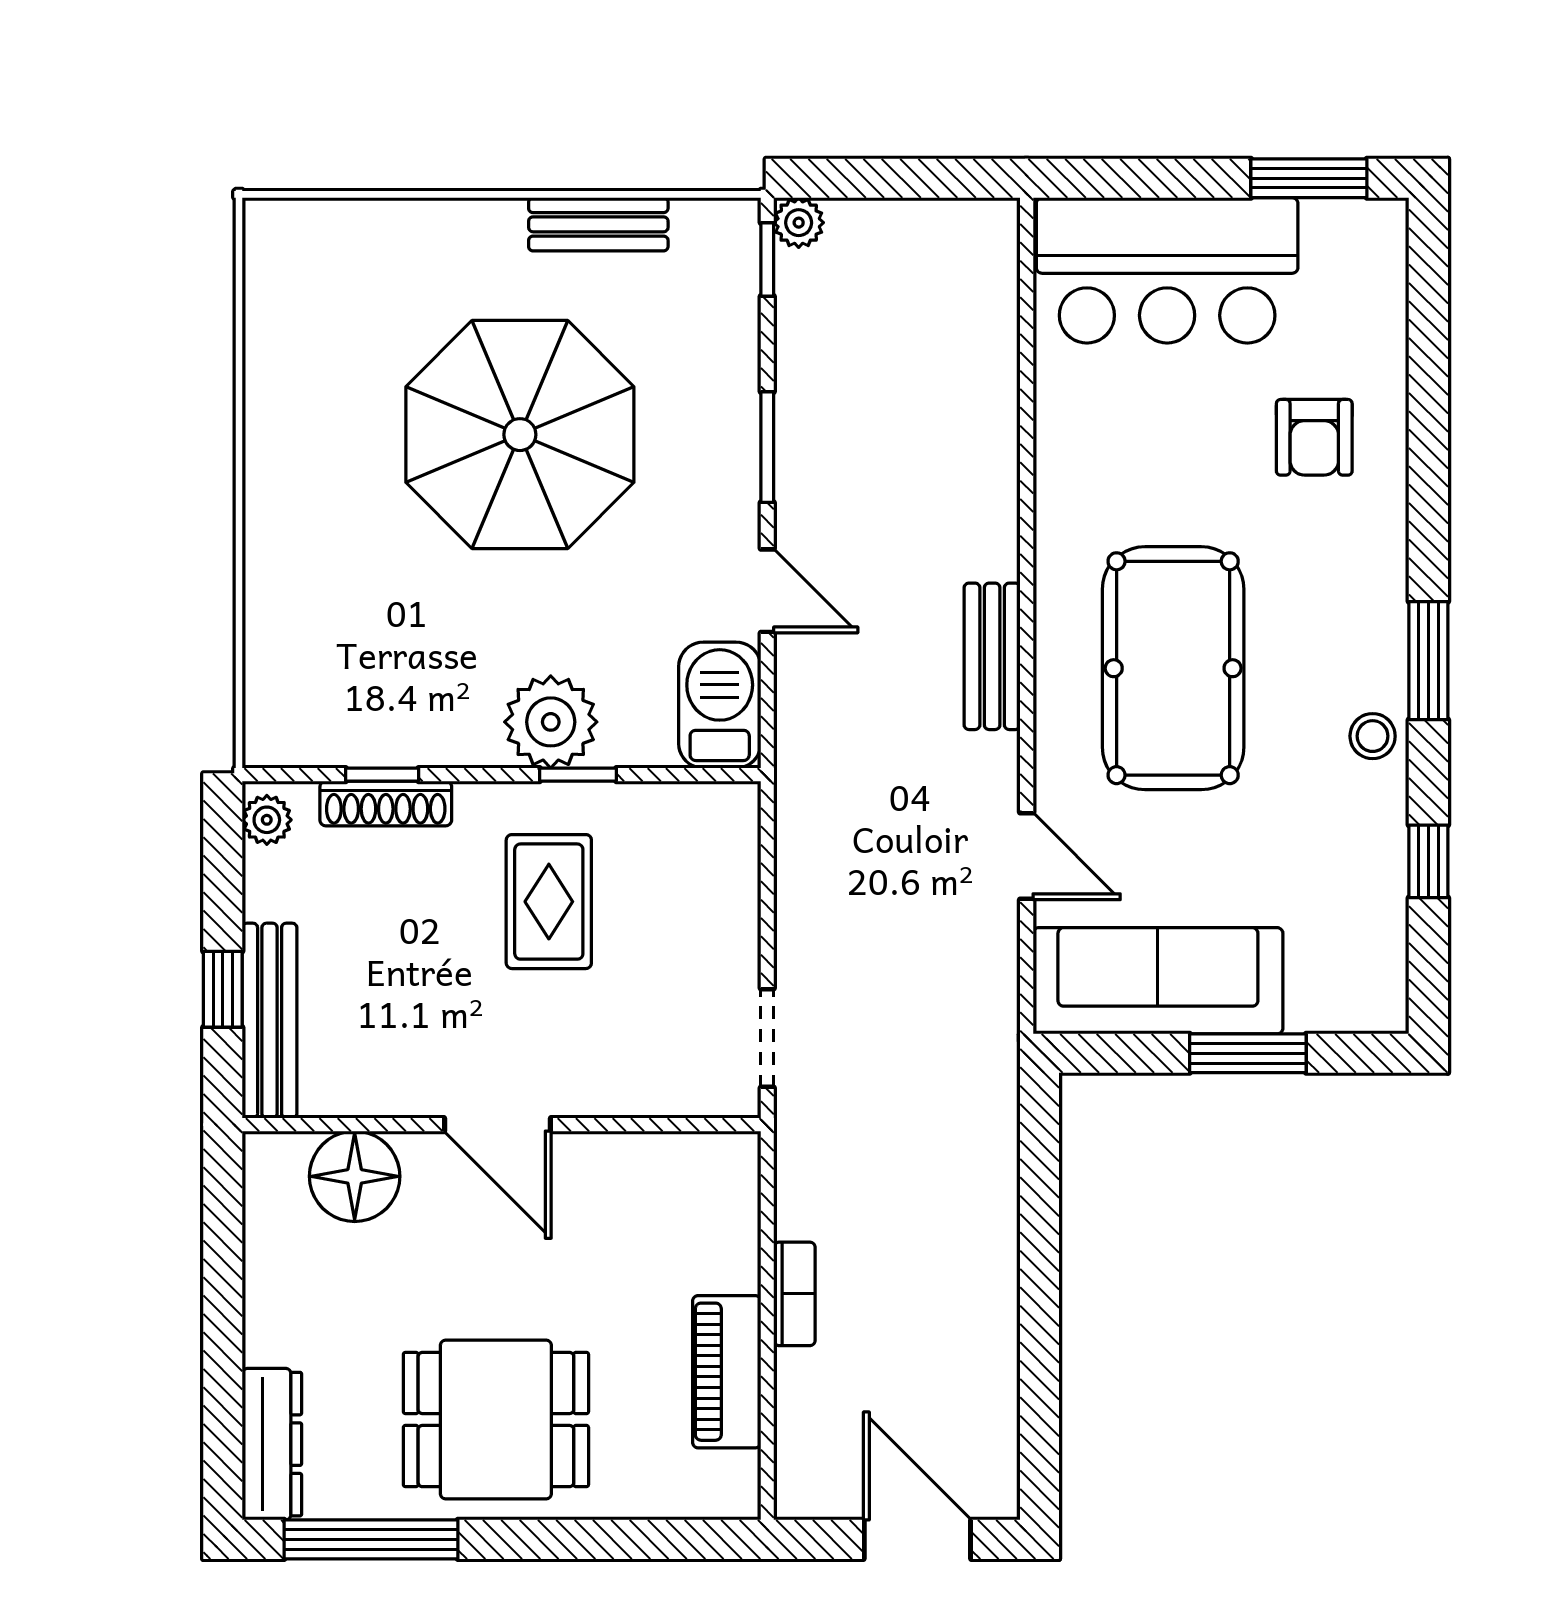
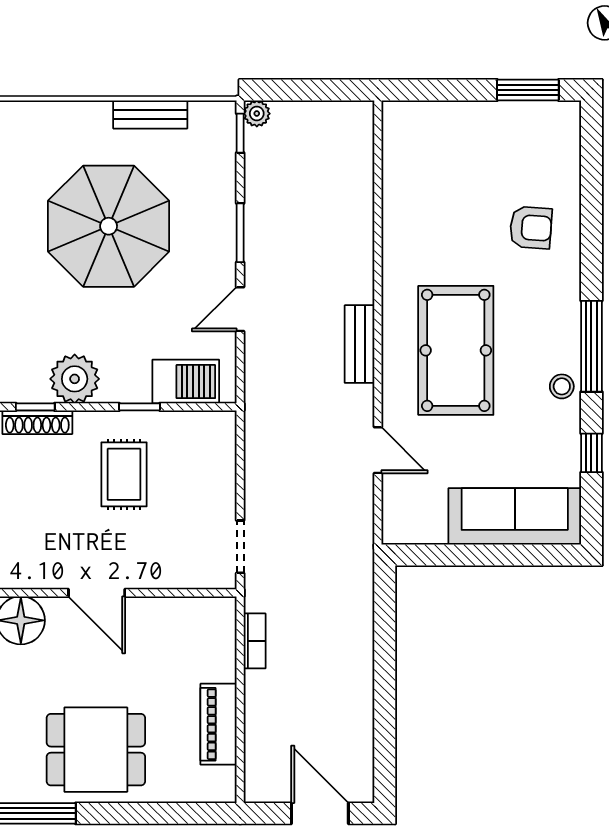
bar counter: (1167, 270) -> (453, 139), removed
armchair: (1314, 437) -> (531, 228), turned -86
door: (767, 591) -> (240, 309), swing flipped
window: (1428, 661) -> (591, 346), width x1.44
barbecue: (720, 705) -> (186, 382), moved, turned 90
plant: (551, 722) -> (75, 379), moved
sofa: (1158, 981) -> (515, 516), moved
window: (1248, 1053) -> (496, 555), removed
bookcase: (794, 1294) -> (255, 641), moved

